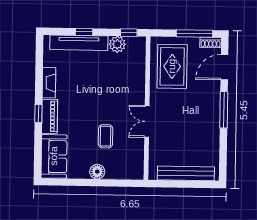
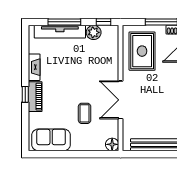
window: (84, 32) -> (64, 22), width x2.17
double door: (147, 121) -> (121, 100), width x1.37
sofa: (54, 156) -> (51, 140), moved, turned -90
floor lamp: (97, 172) -> (112, 144), moved

